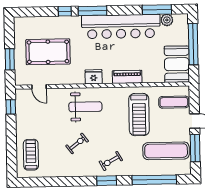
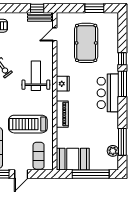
bar counter: (121, 26) -> (108, 93), width x0.54
window: (10, 59) -> (94, 8), moved
bench: (20, 104) -> (39, 17), added
weight bench: (85, 107) -> (36, 76), turned 180

